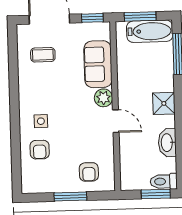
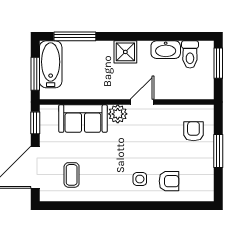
armchair: (89, 172) -> (193, 131), turned -90
toilet: (164, 181) -> (190, 54), moved

